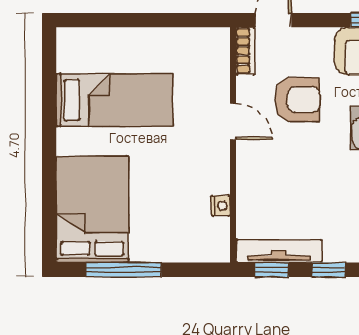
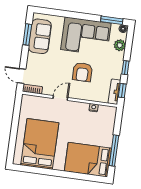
bed: (114, 100) -> (40, 144), width x1.50
armchair: (297, 100) -> (82, 72), moved, turned 180
tv unit: (279, 251) -> (114, 92), width x0.71

